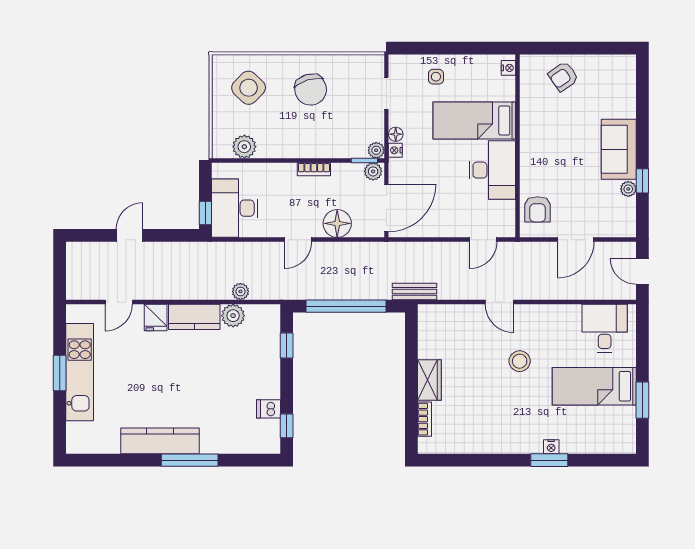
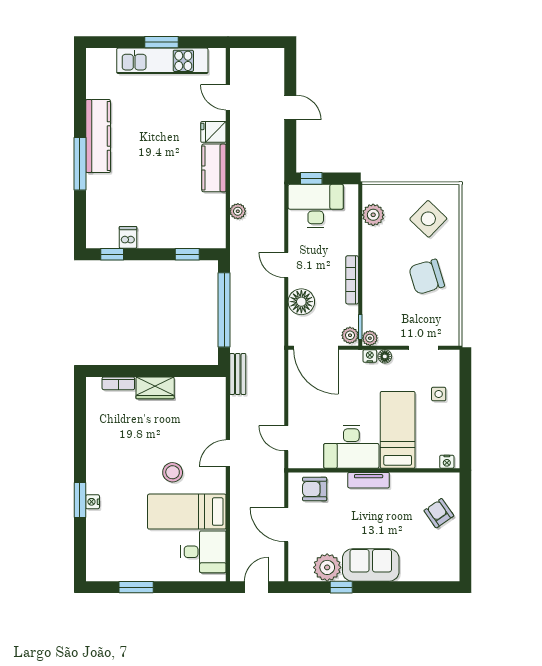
tv unit: (528, 152) -> (369, 480), added
bookcase: (314, 169) -> (352, 280), width x1.56
plant: (628, 189) -> (327, 567), width x1.87, depth x1.87
plant: (233, 316) -> (215, 204), removed
bed: (594, 386) -> (187, 512), moved, turned -90

